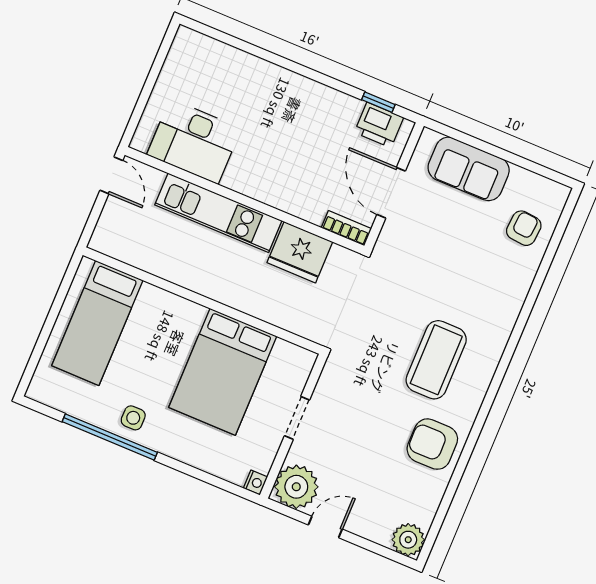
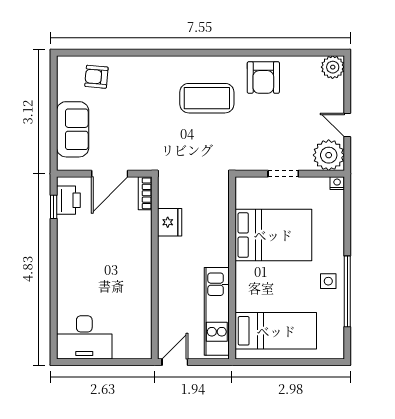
desk: (194, 141) -> (84, 337), moved, turned 90
kitchen unit: (218, 213) -> (217, 311), moved, turned 180
fridge: (300, 252) -> (170, 222), width x0.73, depth x0.75

